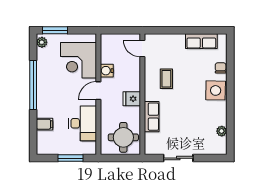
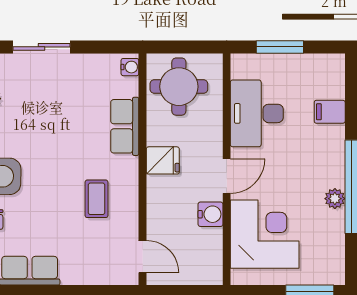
plant: (42, 42) -> (335, 199), moved
water cooler: (149, 148) -> (130, 67), added
sliding door: (178, 158) -> (41, 47), moved

